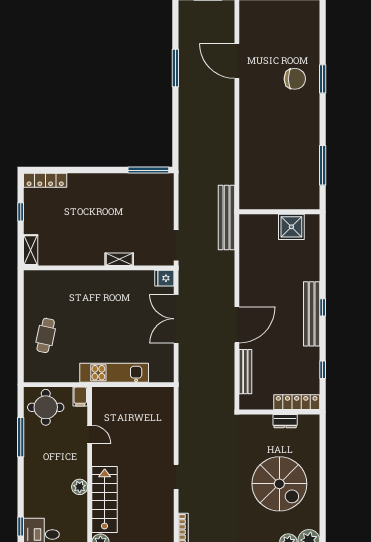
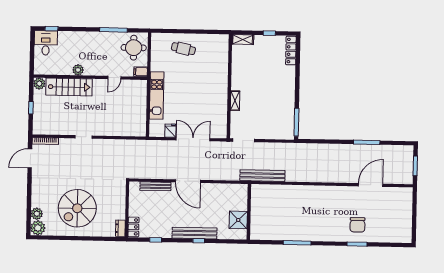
wall: (279, 212) -> (249, 212), moved
shower: (291, 227) -> (238, 220), moved
fridge: (164, 278) -> (171, 131), moved
locker: (297, 402) -> (133, 227), width x0.66
dresser: (285, 421) -> (120, 228), moved

